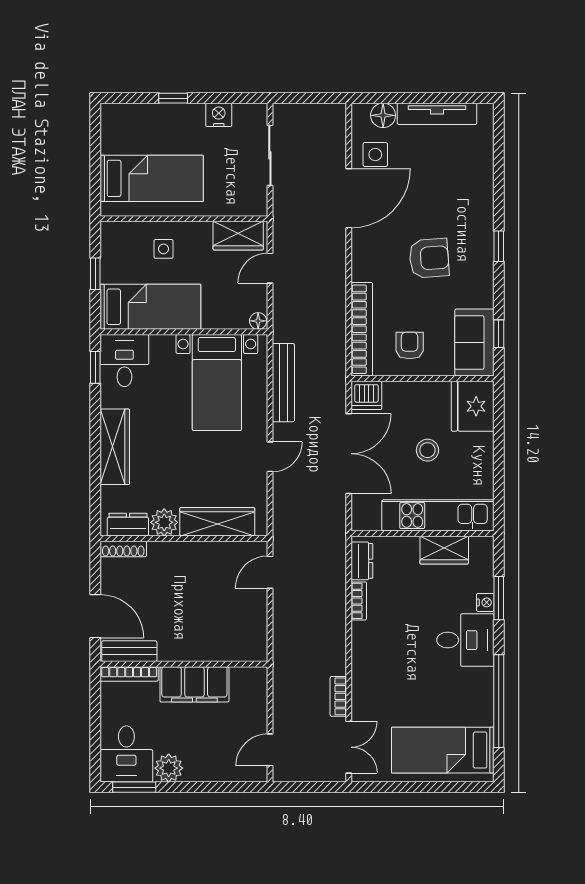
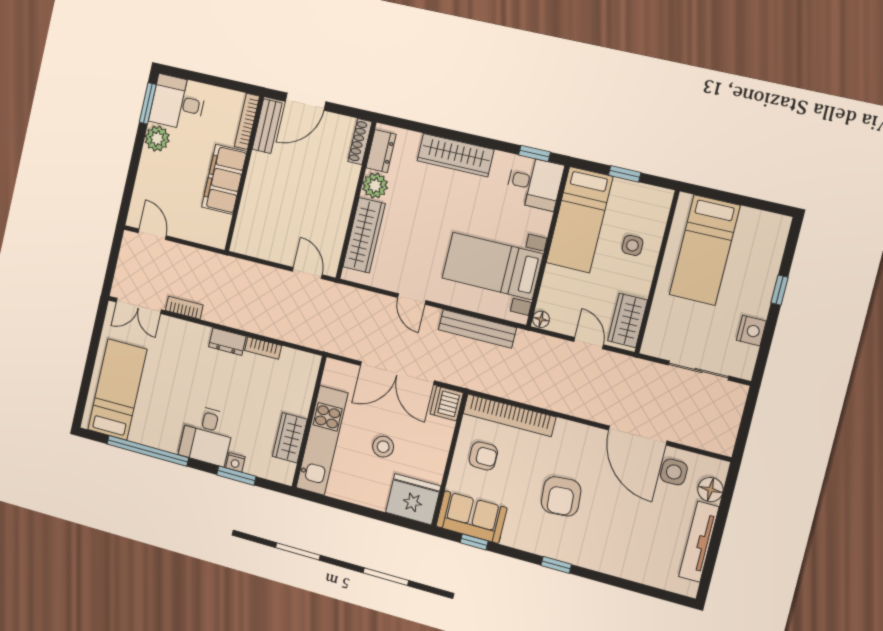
dresser: (362, 561) -> (227, 342), moved

